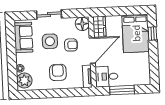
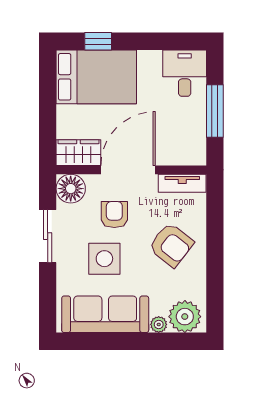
sliding door: (49, 14) -> (48, 236), moved
sofa: (23, 37) -> (105, 314), width x1.36
door: (92, 50) -> (128, 170), hinge flipped
armchair: (58, 72) -> (171, 245), turned -142
desk: (107, 77) -> (185, 73), moved, turned 180

